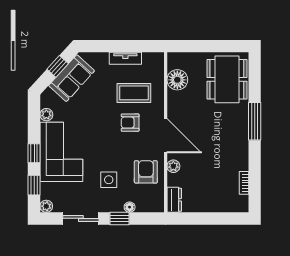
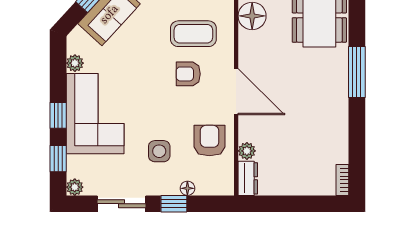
plant: (173, 166) -> (247, 151), moved
bookcase: (244, 183) -> (342, 180), moved

